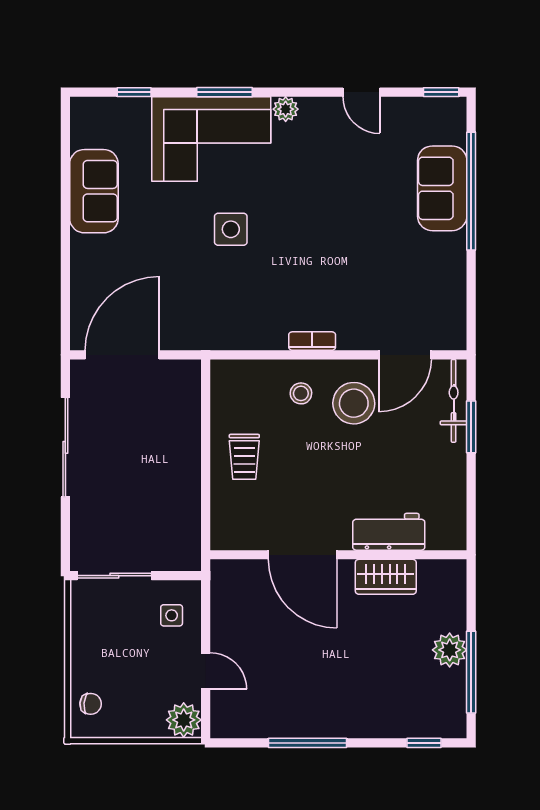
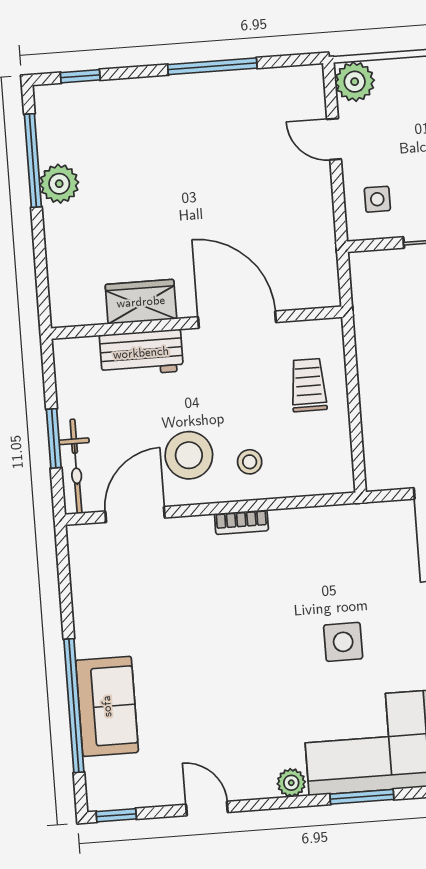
workbench: (389, 532) -> (141, 353), moved
door: (303, 555) -> (237, 320), moved
wall: (338, 555) -> (196, 323), moved
wardrobe: (386, 577) -> (141, 302), moved

